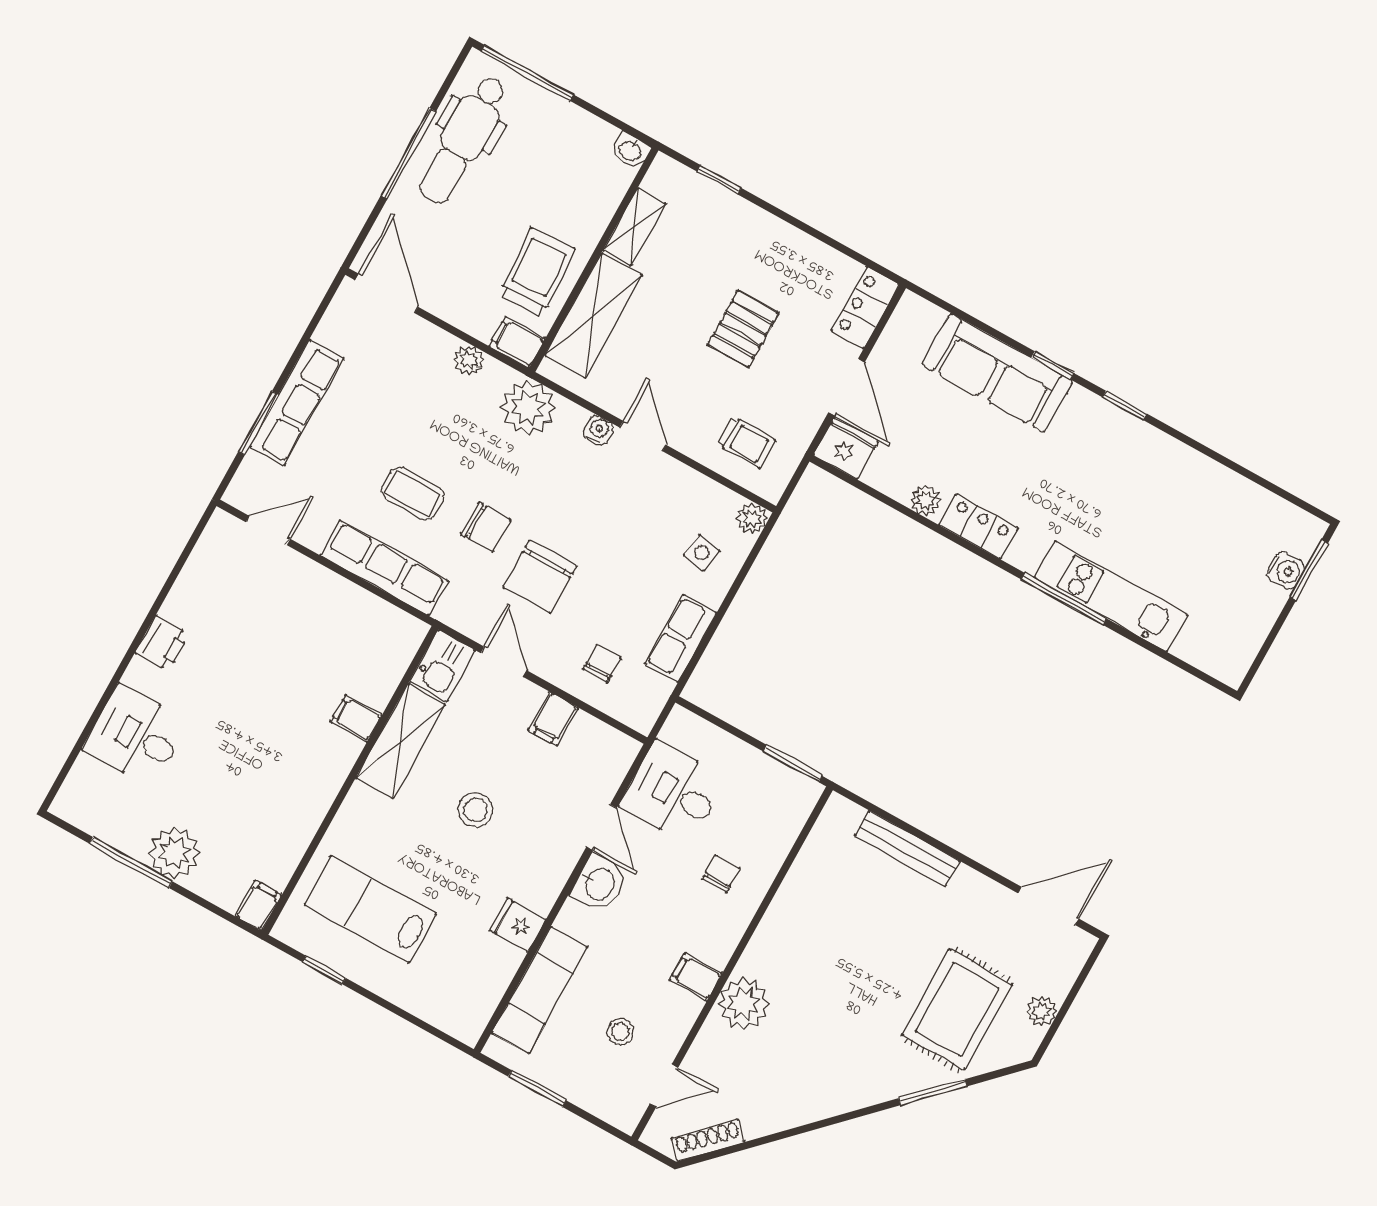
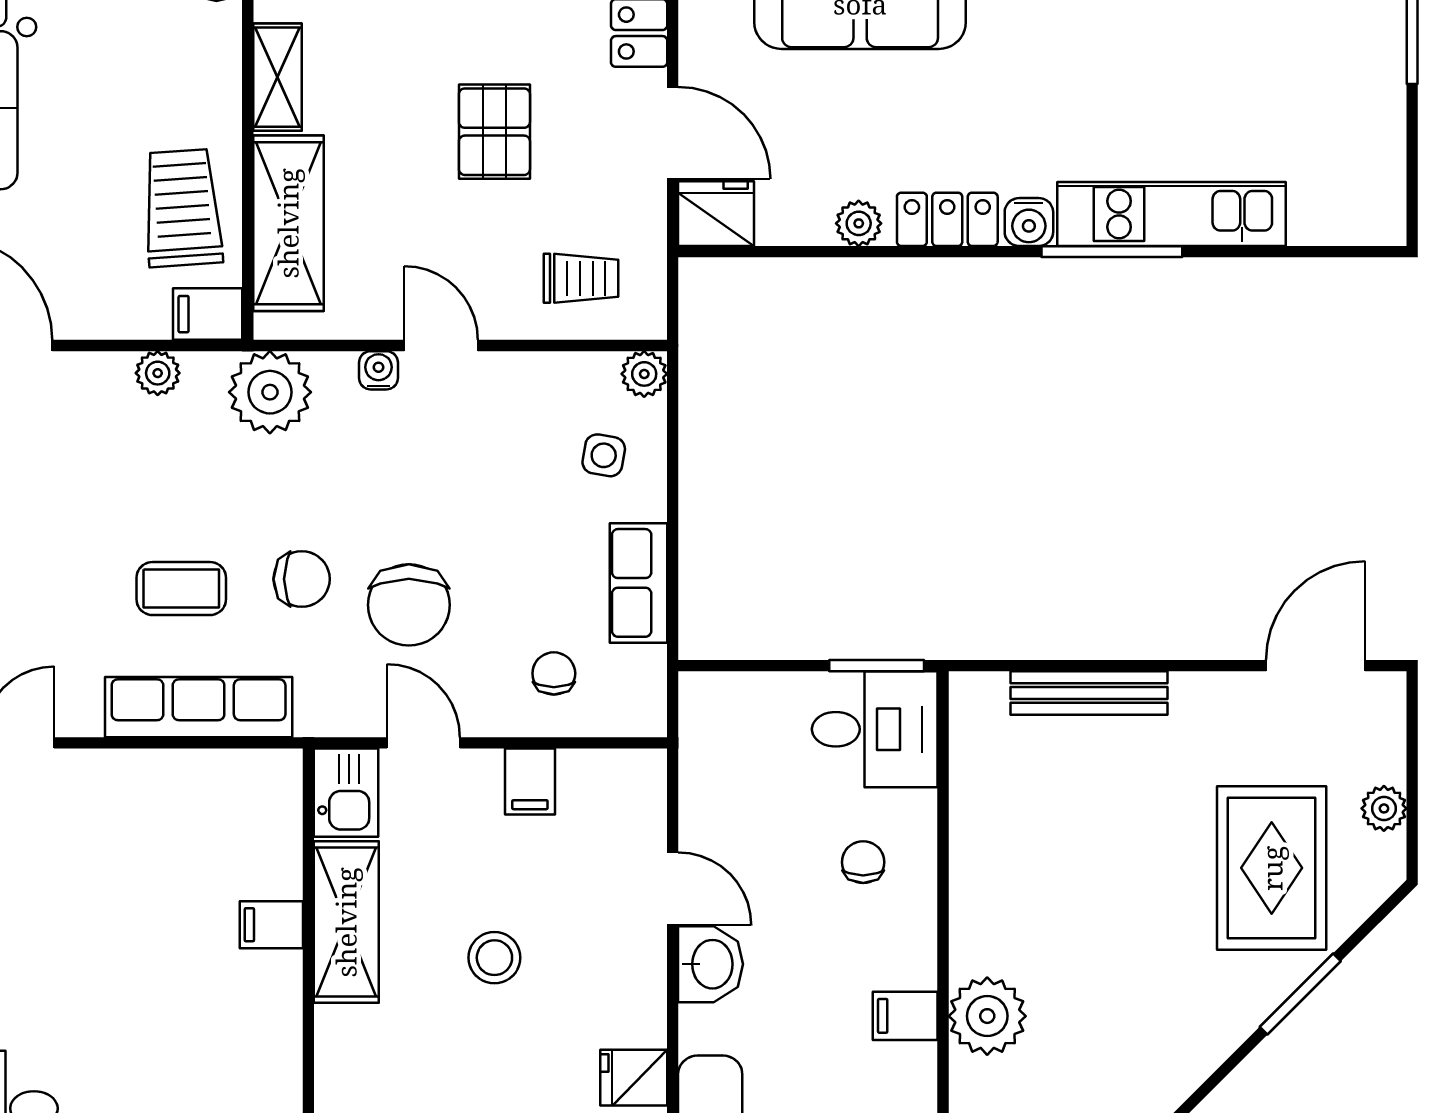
water cooler: (1286, 570) -> (1029, 222), moved, turned 90
desk: (673, 792) -> (875, 729), moved, turned 180

